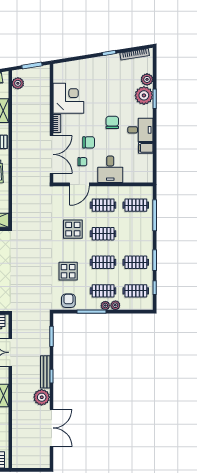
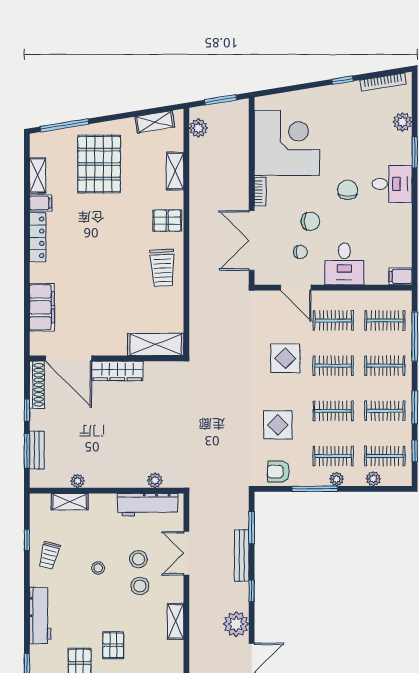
plant: (144, 95) -> (398, 147), removed
corner desk: (68, 98) -> (287, 143), width x1.36, depth x1.36
desk: (140, 130) -> (392, 184), moved
filing cabinet: (146, 148) -> (401, 276), moved
double door: (52, 154) -> (252, 240), swing flipped
door: (79, 184) -> (296, 288), hinge flipped
clothes rail: (136, 234) -> (385, 366), added
armchair: (68, 301) -> (278, 472), turned -90
plant: (115, 305) -> (373, 479), moved
bench: (45, 372) -> (242, 556), moved

